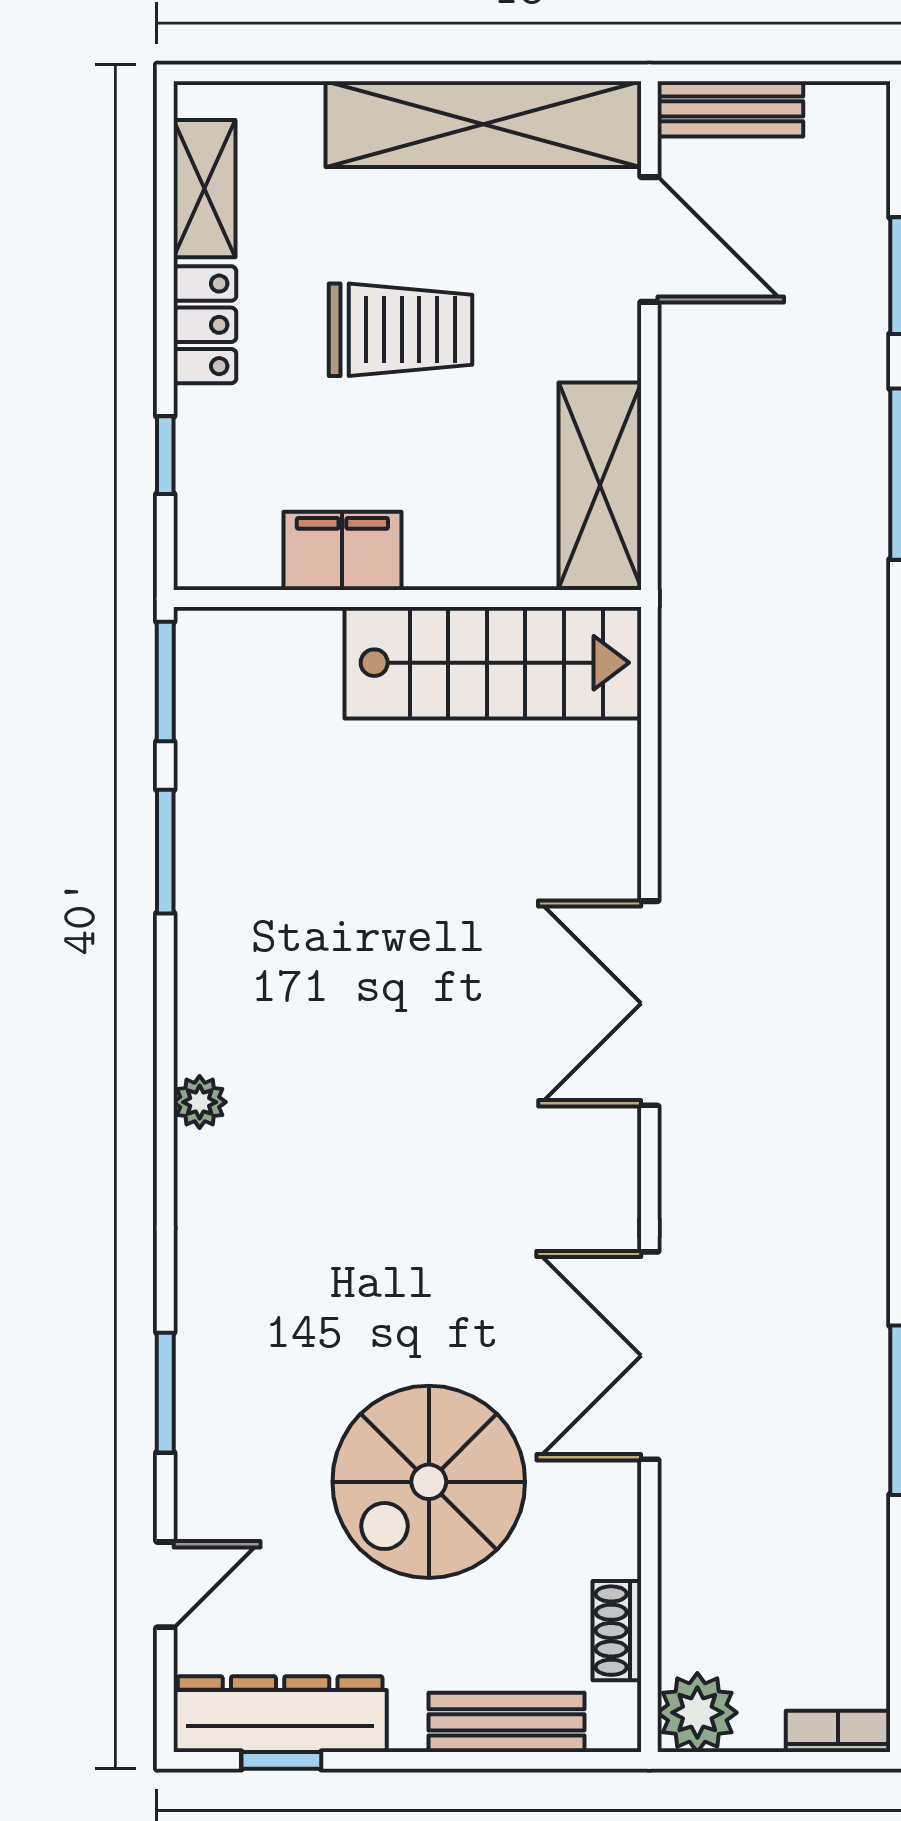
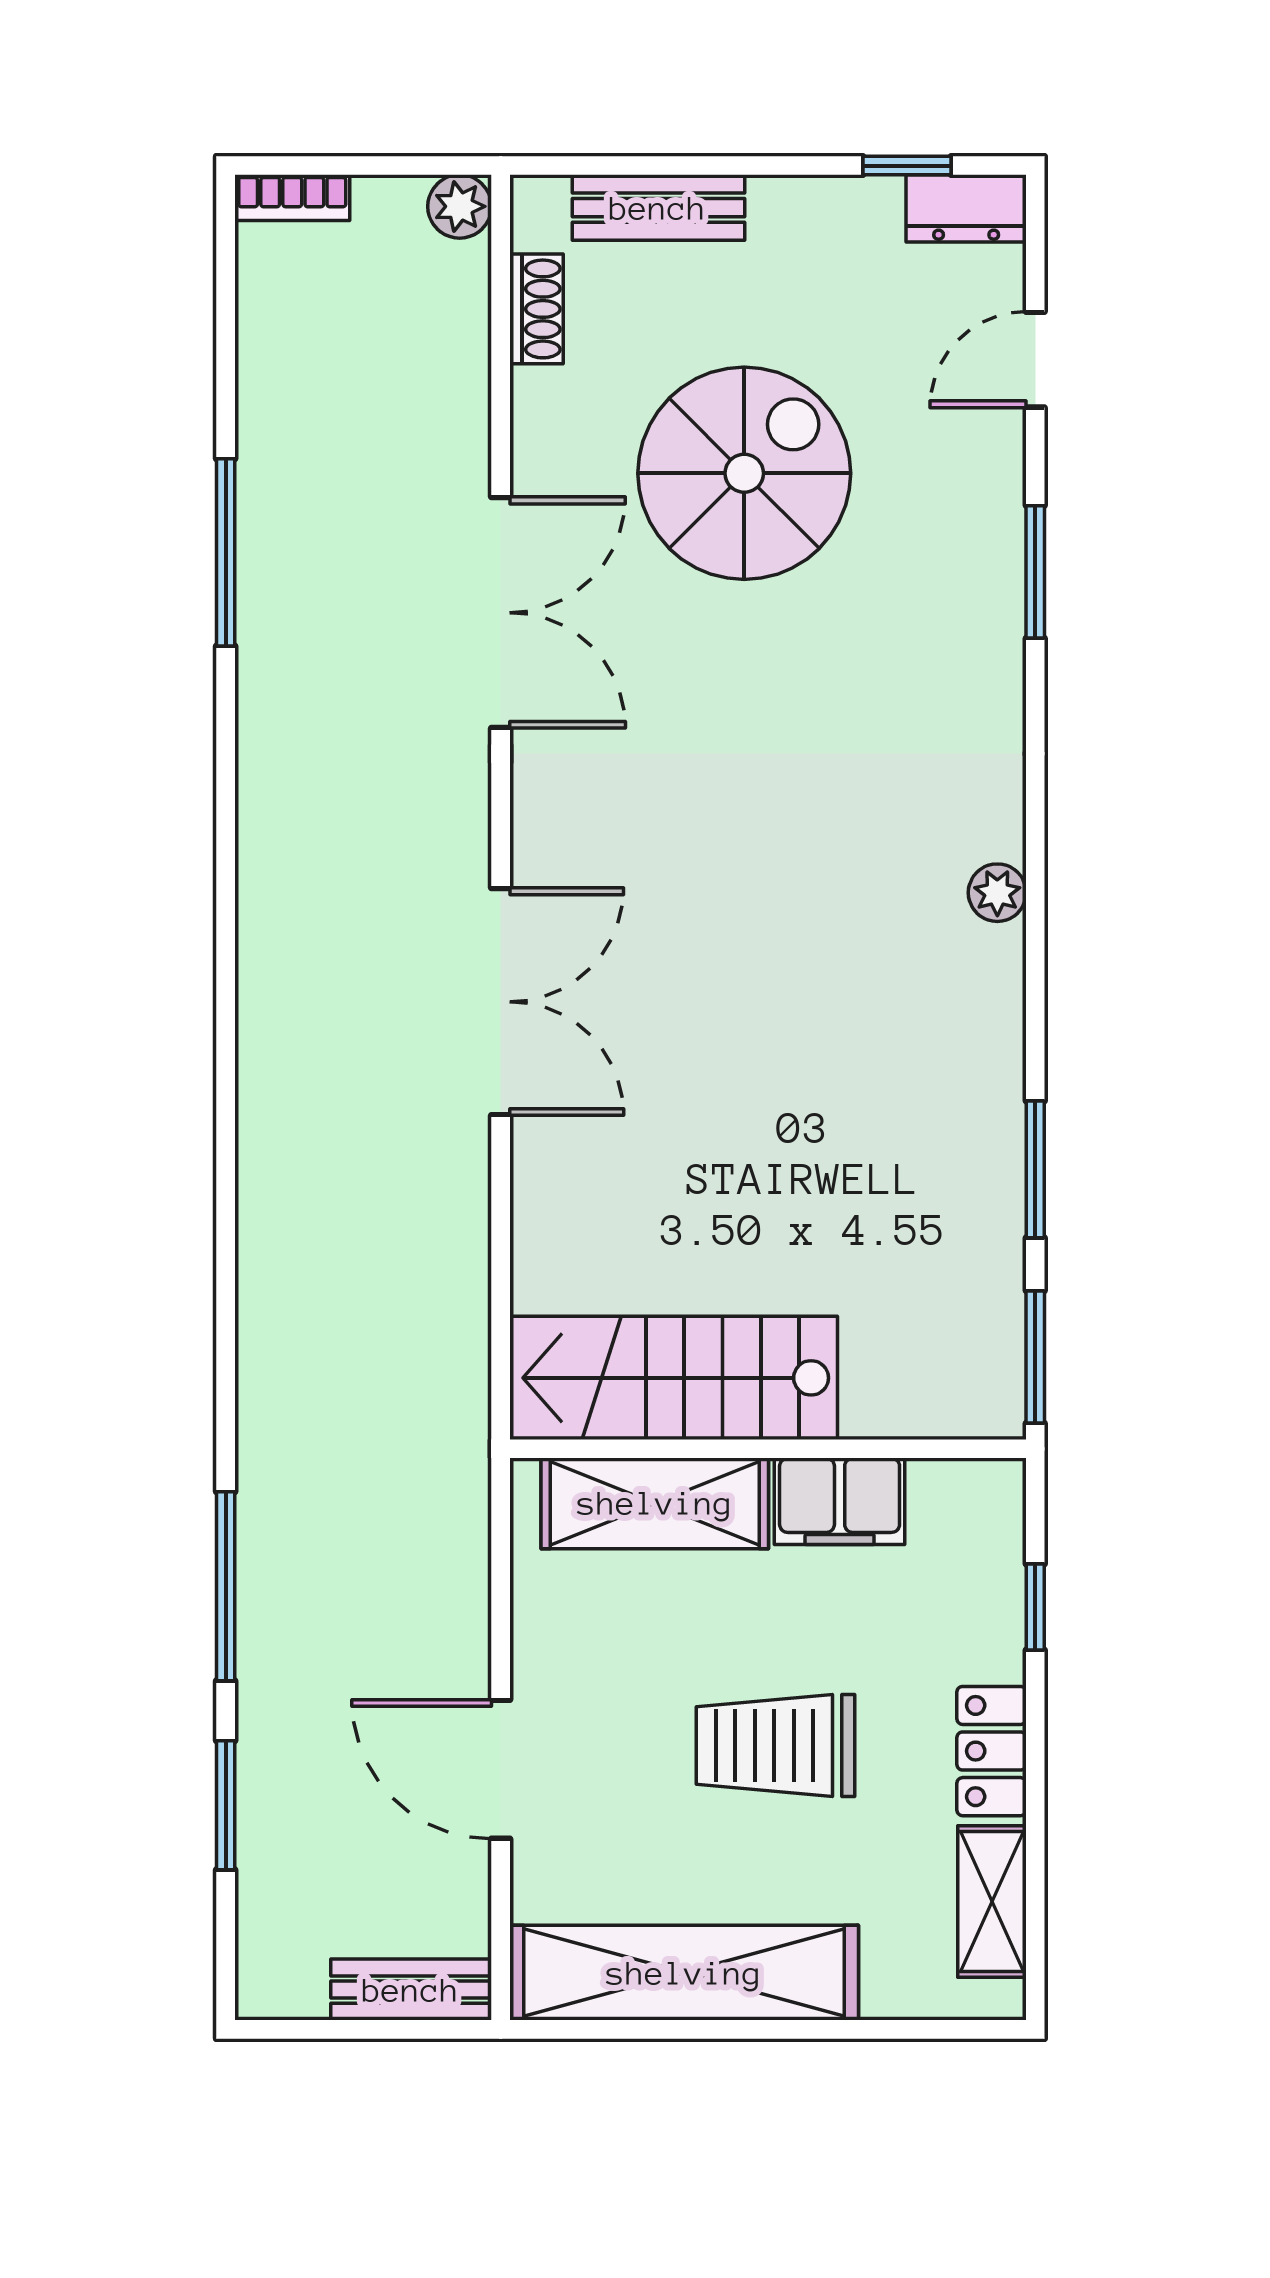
door: (649, 239) -> (501, 1769), moved
shelving: (600, 485) -> (655, 1503), moved, turned 90
plant: (697, 1713) -> (460, 206), width x0.73, depth x0.73
dresser: (280, 1714) -> (966, 208), width x0.51, depth x0.80

